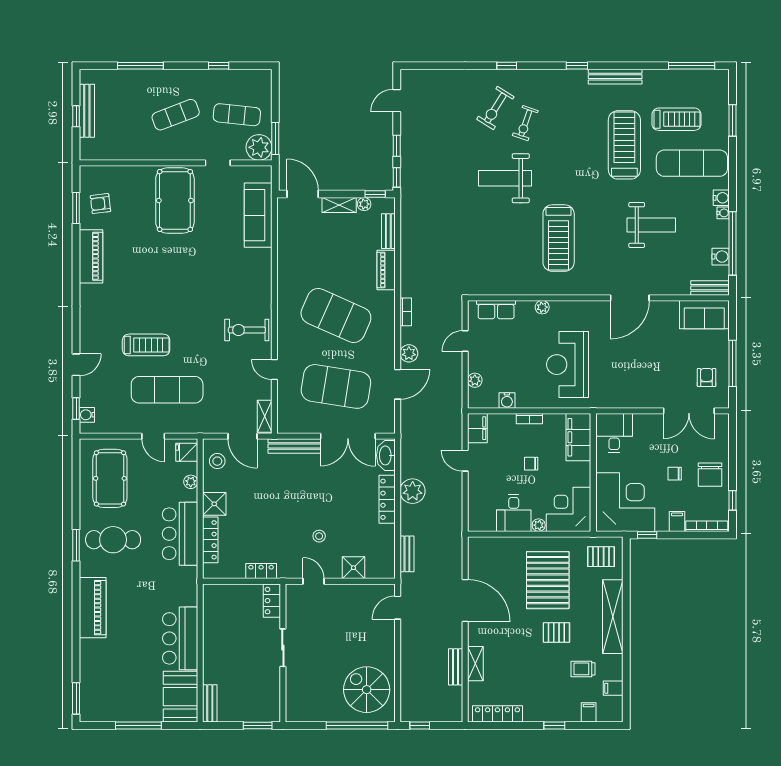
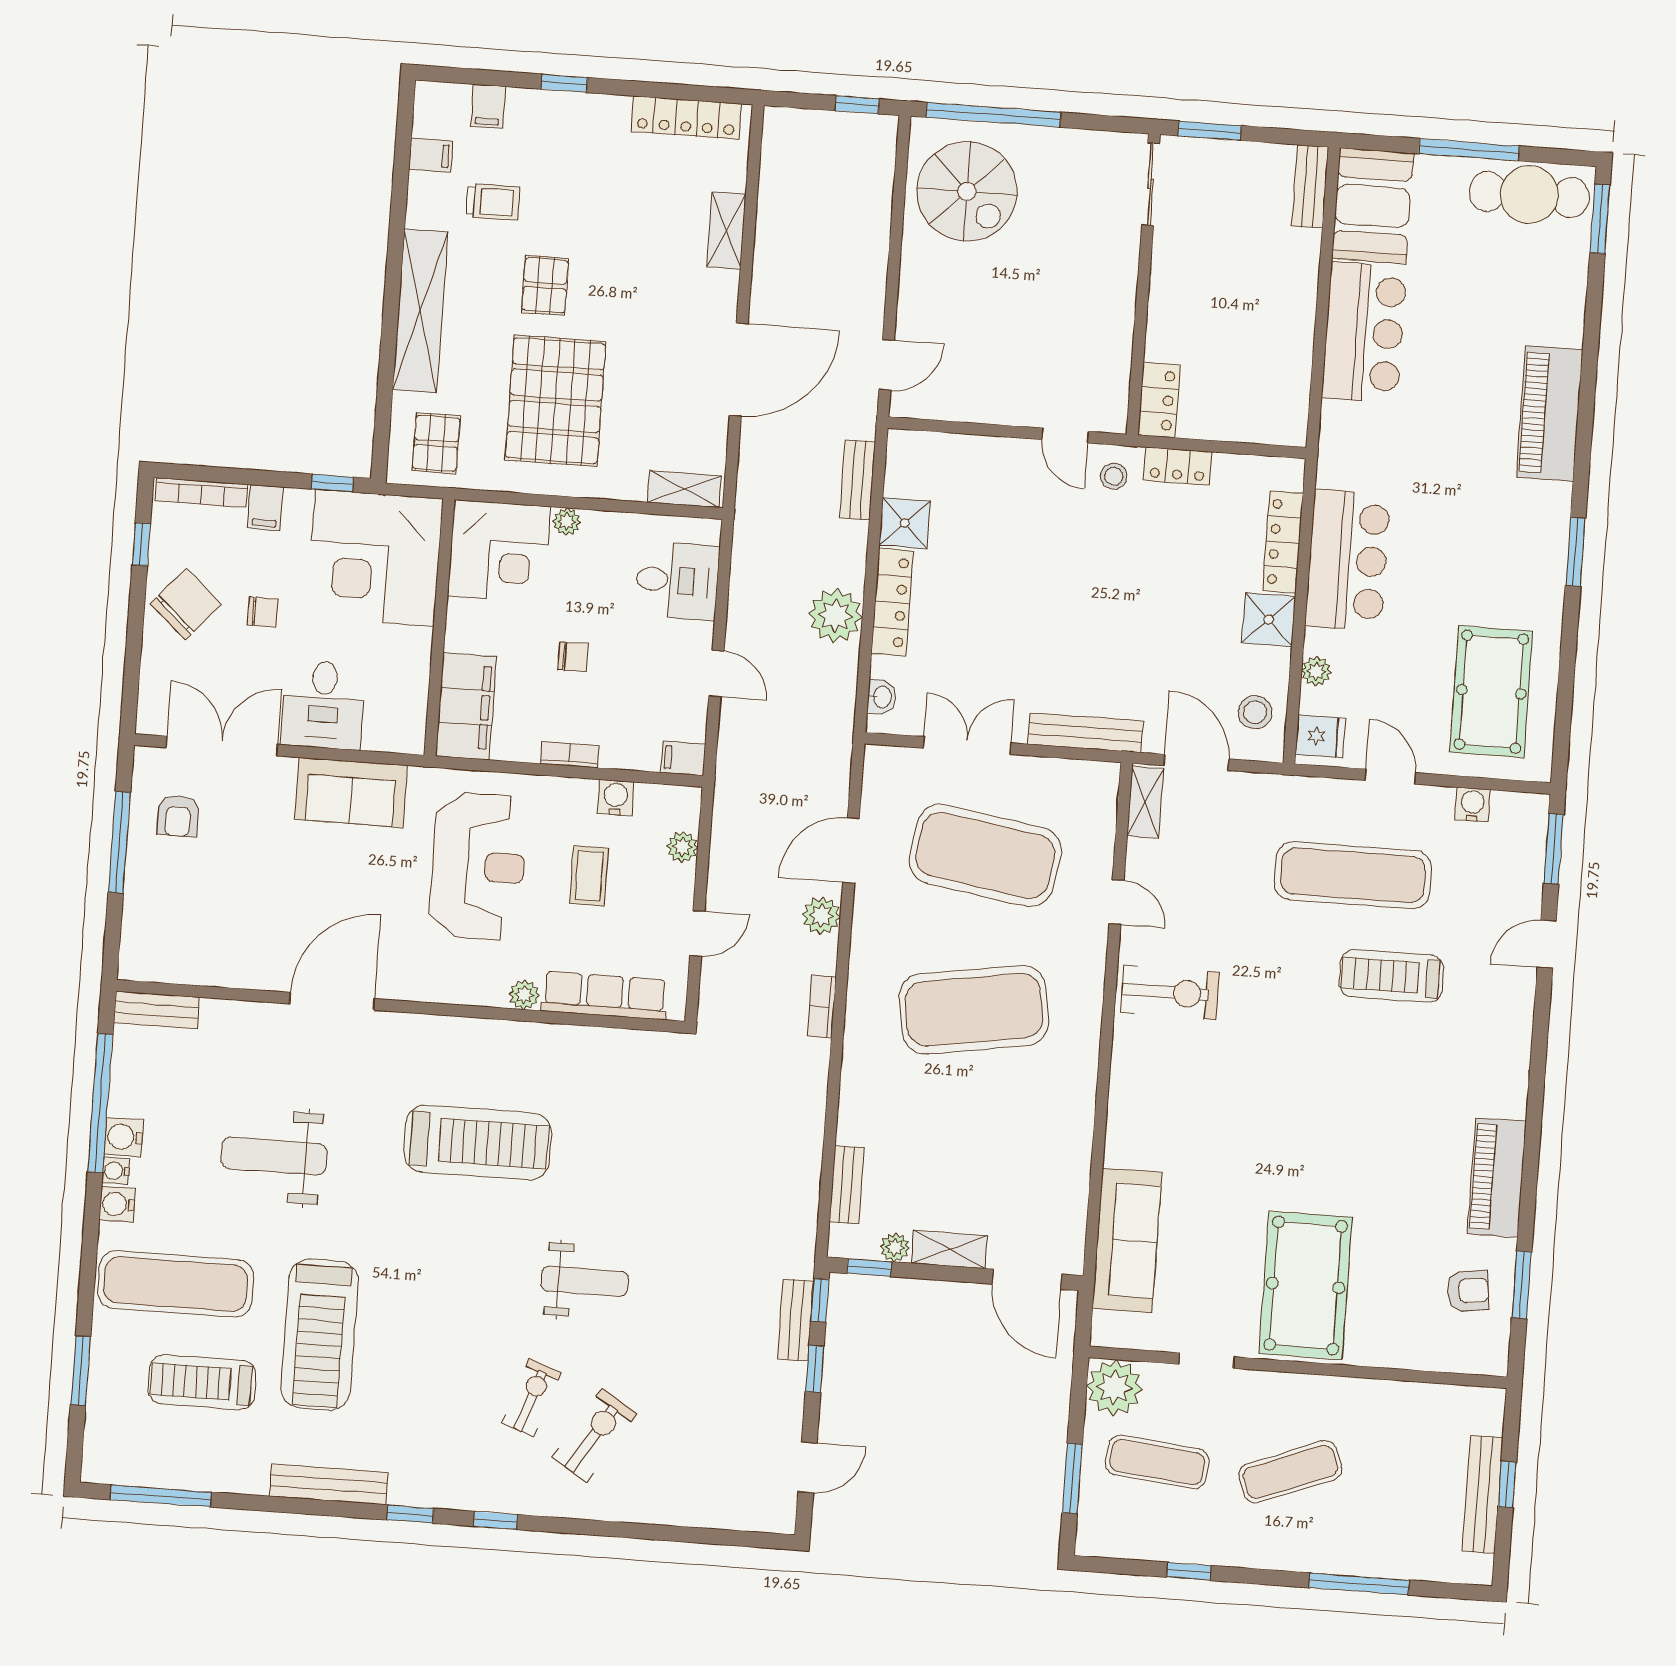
window: (507, 66) -> (496, 1520), moved
window: (275, 139) -> (1072, 1479), moved
weight bench: (505, 178) -> (585, 1281), width x0.73, depth x0.75
treadmill: (559, 238) -> (478, 1143), turned 90
water cooler: (721, 257) -> (124, 1137), moved
piano: (386, 270) -> (858, 1101), removed
row of seats: (496, 310) -> (605, 996), width x1.48
sofa: (704, 315) -> (351, 792), moved, turned 180
exercise mat: (336, 316) -> (974, 1010), turned -33
coffee table: (517, 364) -> (589, 876), added
window: (76, 409) -> (1554, 849), width x1.50
water cooler: (87, 415) -> (1472, 805), moved, turned -90
filing cabinet: (477, 428) -> (683, 758), width x0.50
desk: (614, 433) -> (323, 705), moved
double door: (348, 436) -> (967, 745), width x0.73
washbasin: (386, 455) -> (882, 697), width x0.52, depth x0.69
chair: (710, 475) -> (186, 604), turned 42
desk: (514, 513) -> (677, 580), moved, turned 90
stool: (319, 536) -> (1114, 476), moved
cafe table: (113, 540) -> (1529, 195), moved
shelving: (486, 544) -> (684, 489), added
pallet: (601, 557) -> (436, 443), turned 90
shower: (353, 568) -> (905, 523), moved
door: (465, 601) -> (739, 369), swing flipped
pallet: (556, 632) -> (545, 285), turned 90
sliding door: (283, 648) -> (1151, 184), moved
bench: (456, 667) -> (796, 1320), moved

